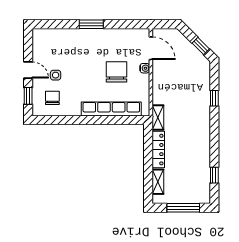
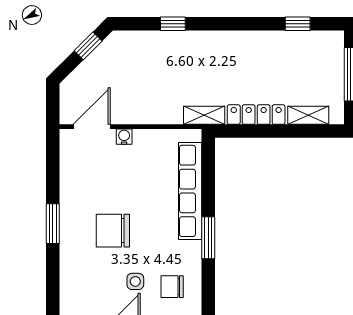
chair: (116, 72) -> (113, 231), moved
window: (82, 120) -> (208, 238), added

